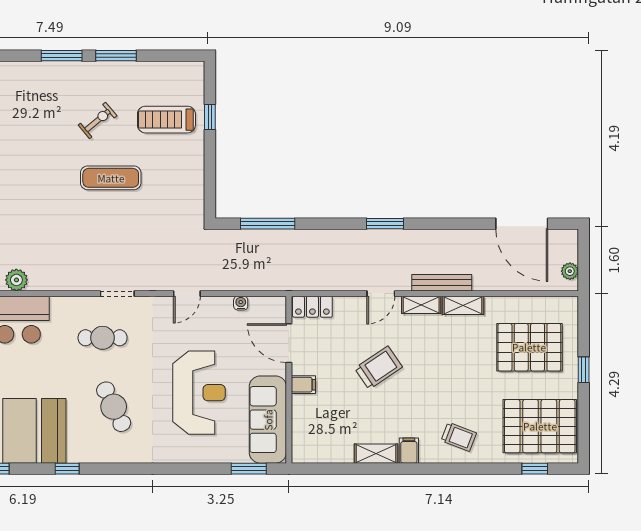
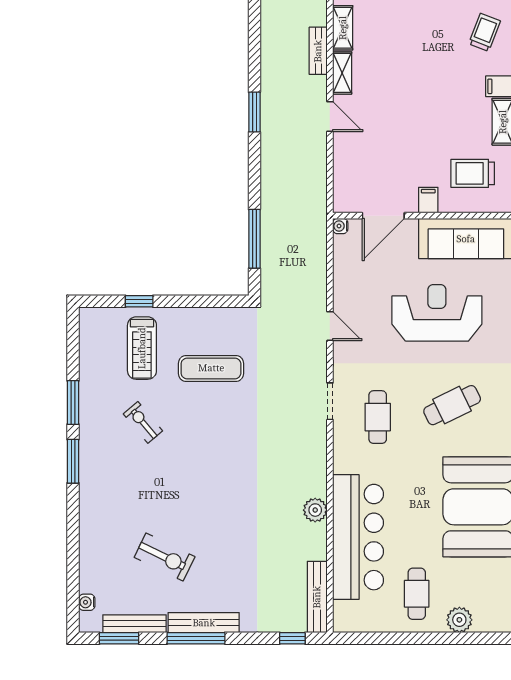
exercise mat: (111, 178) -> (211, 368), moved, turned 90
bench: (442, 283) -> (318, 51), width x0.73
water cooler: (241, 303) -> (340, 226), moved
locker: (312, 307) -> (344, 190), removed
trolley: (379, 368) -> (473, 173), moved, turned -56

